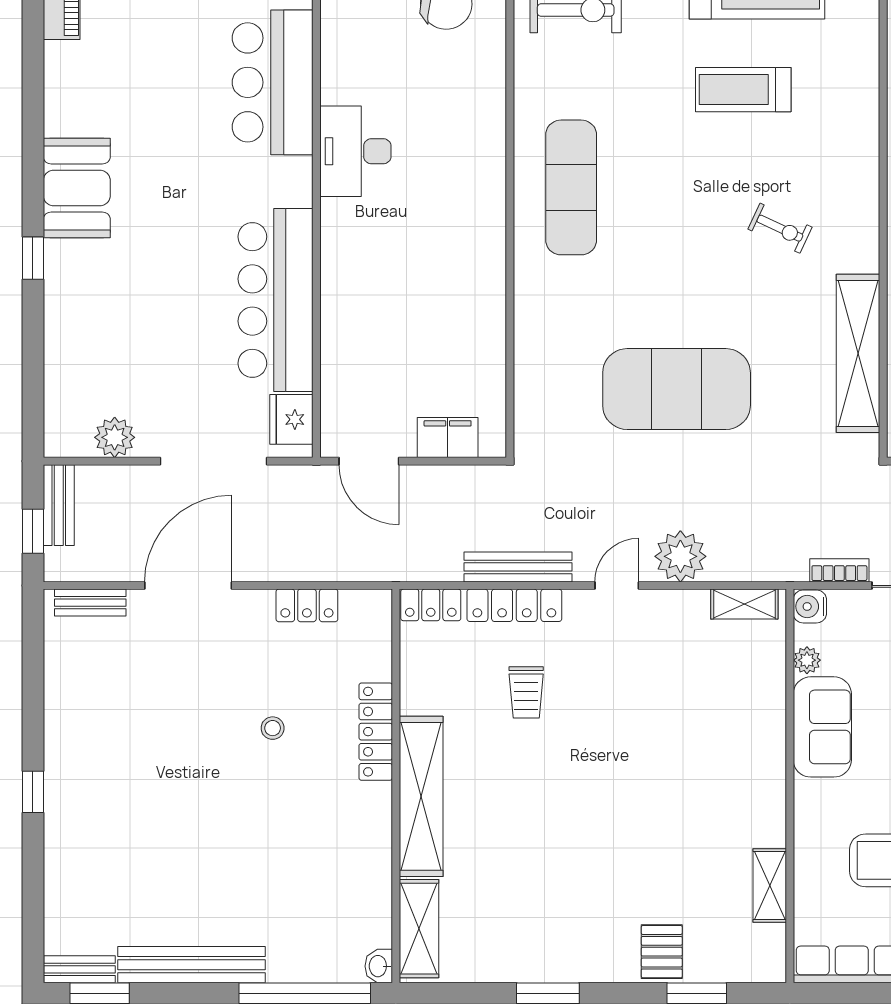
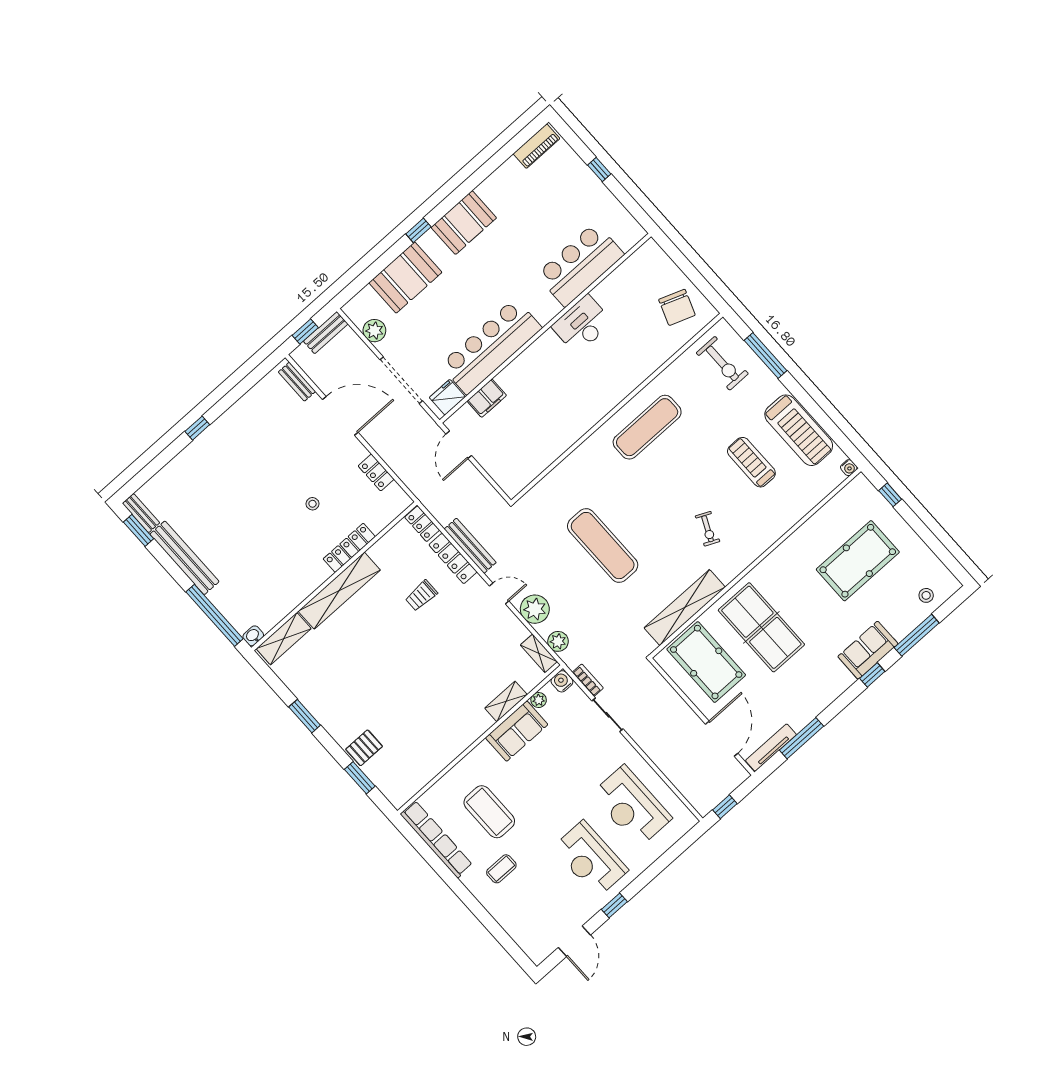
booth: (81, 332) -> (405, 278), added
exercise mat: (677, 389) -> (603, 546), width x0.68
filing cabinet: (448, 437) -> (487, 398), moved, turned 90
plant: (752, 564) -> (558, 641), added
shelving: (770, 886) -> (506, 701), moved

